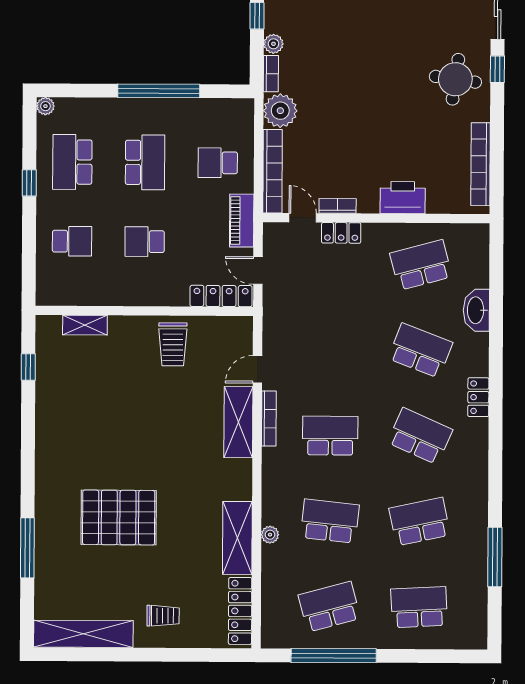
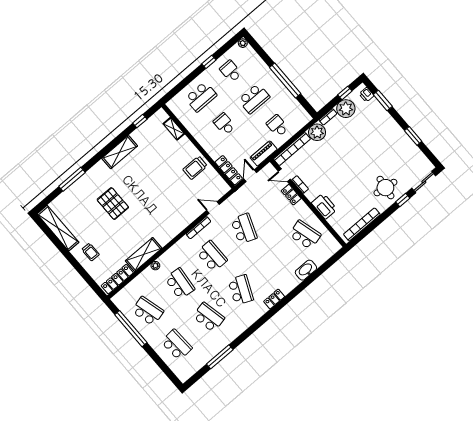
plant: (273, 44) -> (346, 109), width x1.88, depth x1.88
school desk: (72, 162) -> (231, 71), width x0.54
door: (303, 218) -> (284, 175), swing flipped
school desk: (72, 241) -> (201, 97), width x1.85
school desk: (420, 351) -> (244, 229), moved
shelving: (238, 422) -> (120, 152), moved
pallet: (119, 517) -> (113, 204), width x0.73, depth x0.71

